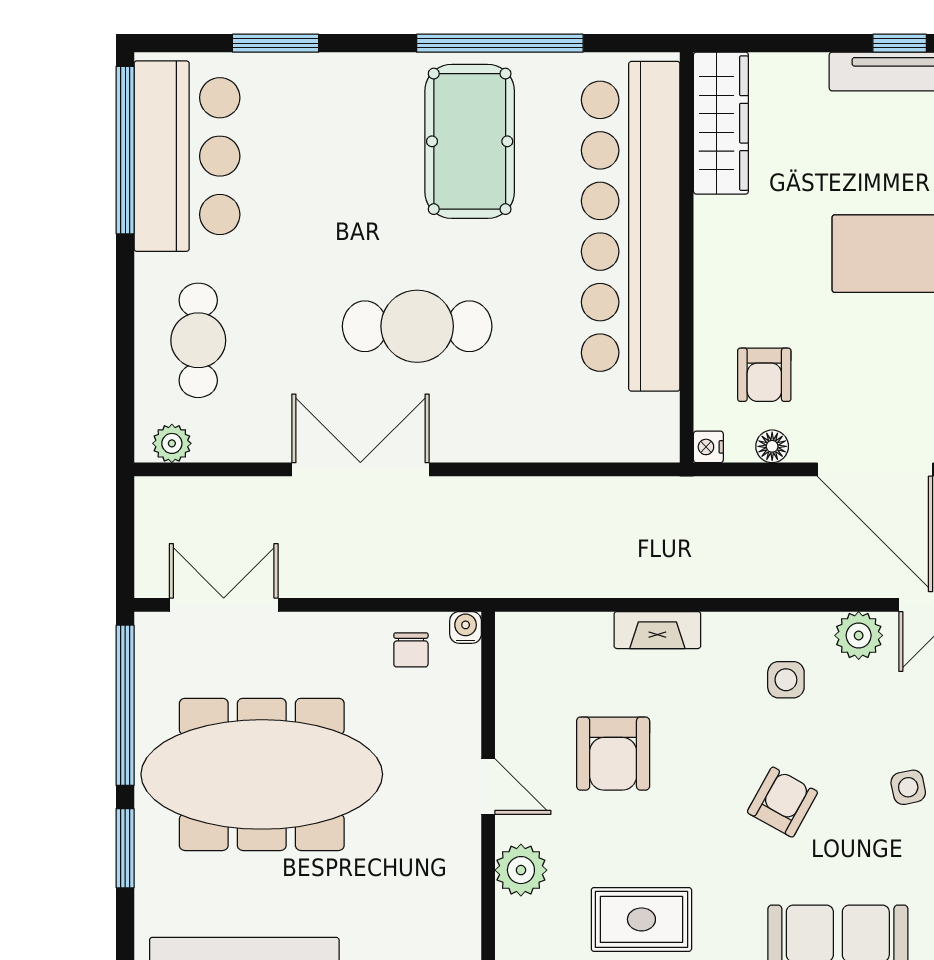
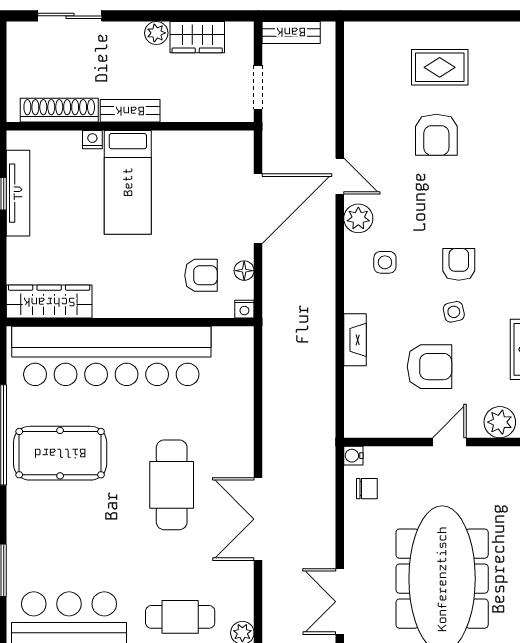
side table: (908, 787) -> (454, 312), moved
armchair: (782, 802) -> (459, 264), turned 61

